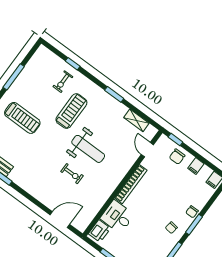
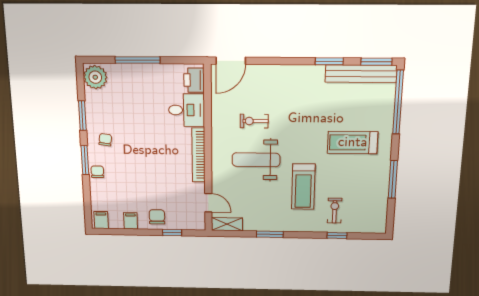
door: (147, 150) -> (208, 203), moved
wall: (123, 183) -> (208, 150), moved
bookcase: (131, 184) -> (198, 155), moved
desk: (117, 217) -> (187, 110), moved
printer: (99, 231) -> (194, 80), moved

